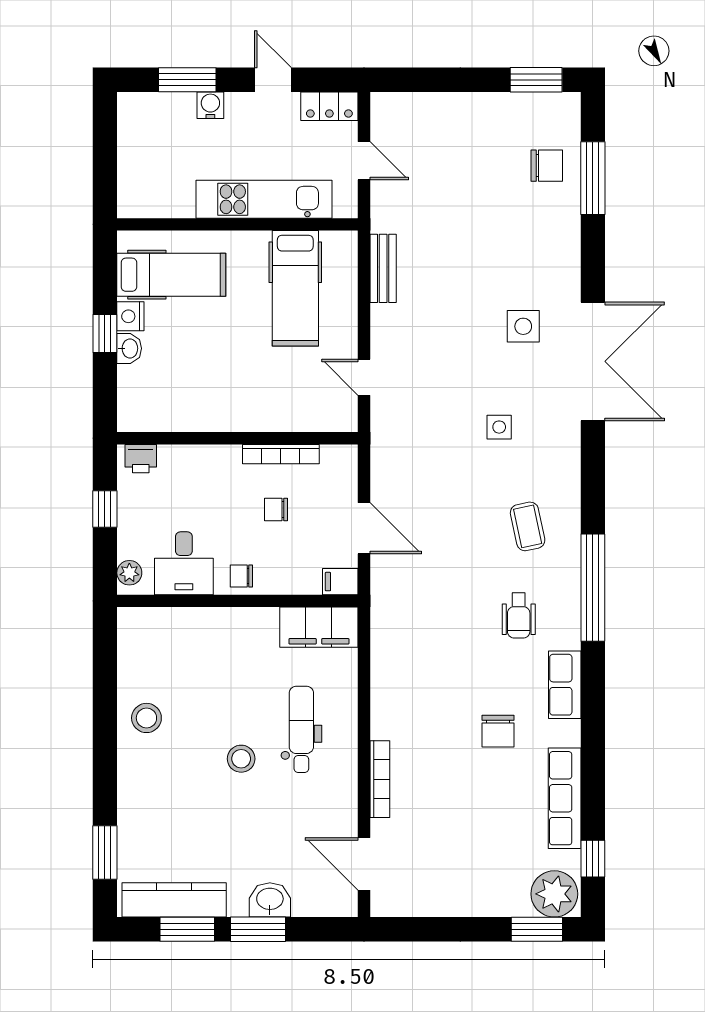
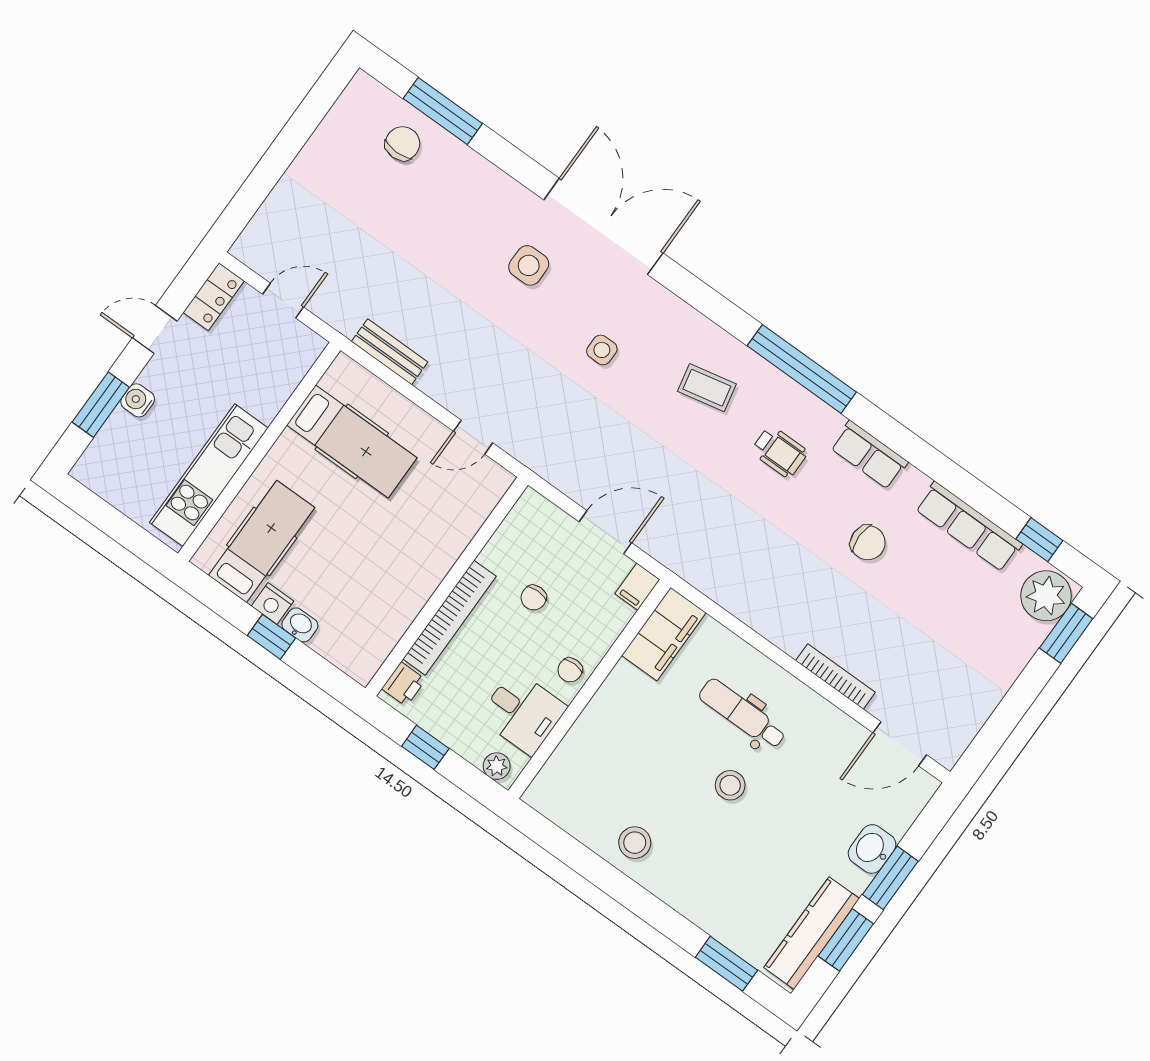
window: (536, 80) -> (321, 99), removed
kitchen unit: (264, 199) -> (209, 475), moved
bookcase: (281, 454) -> (449, 618), moved, width x1.48, depth x1.31

